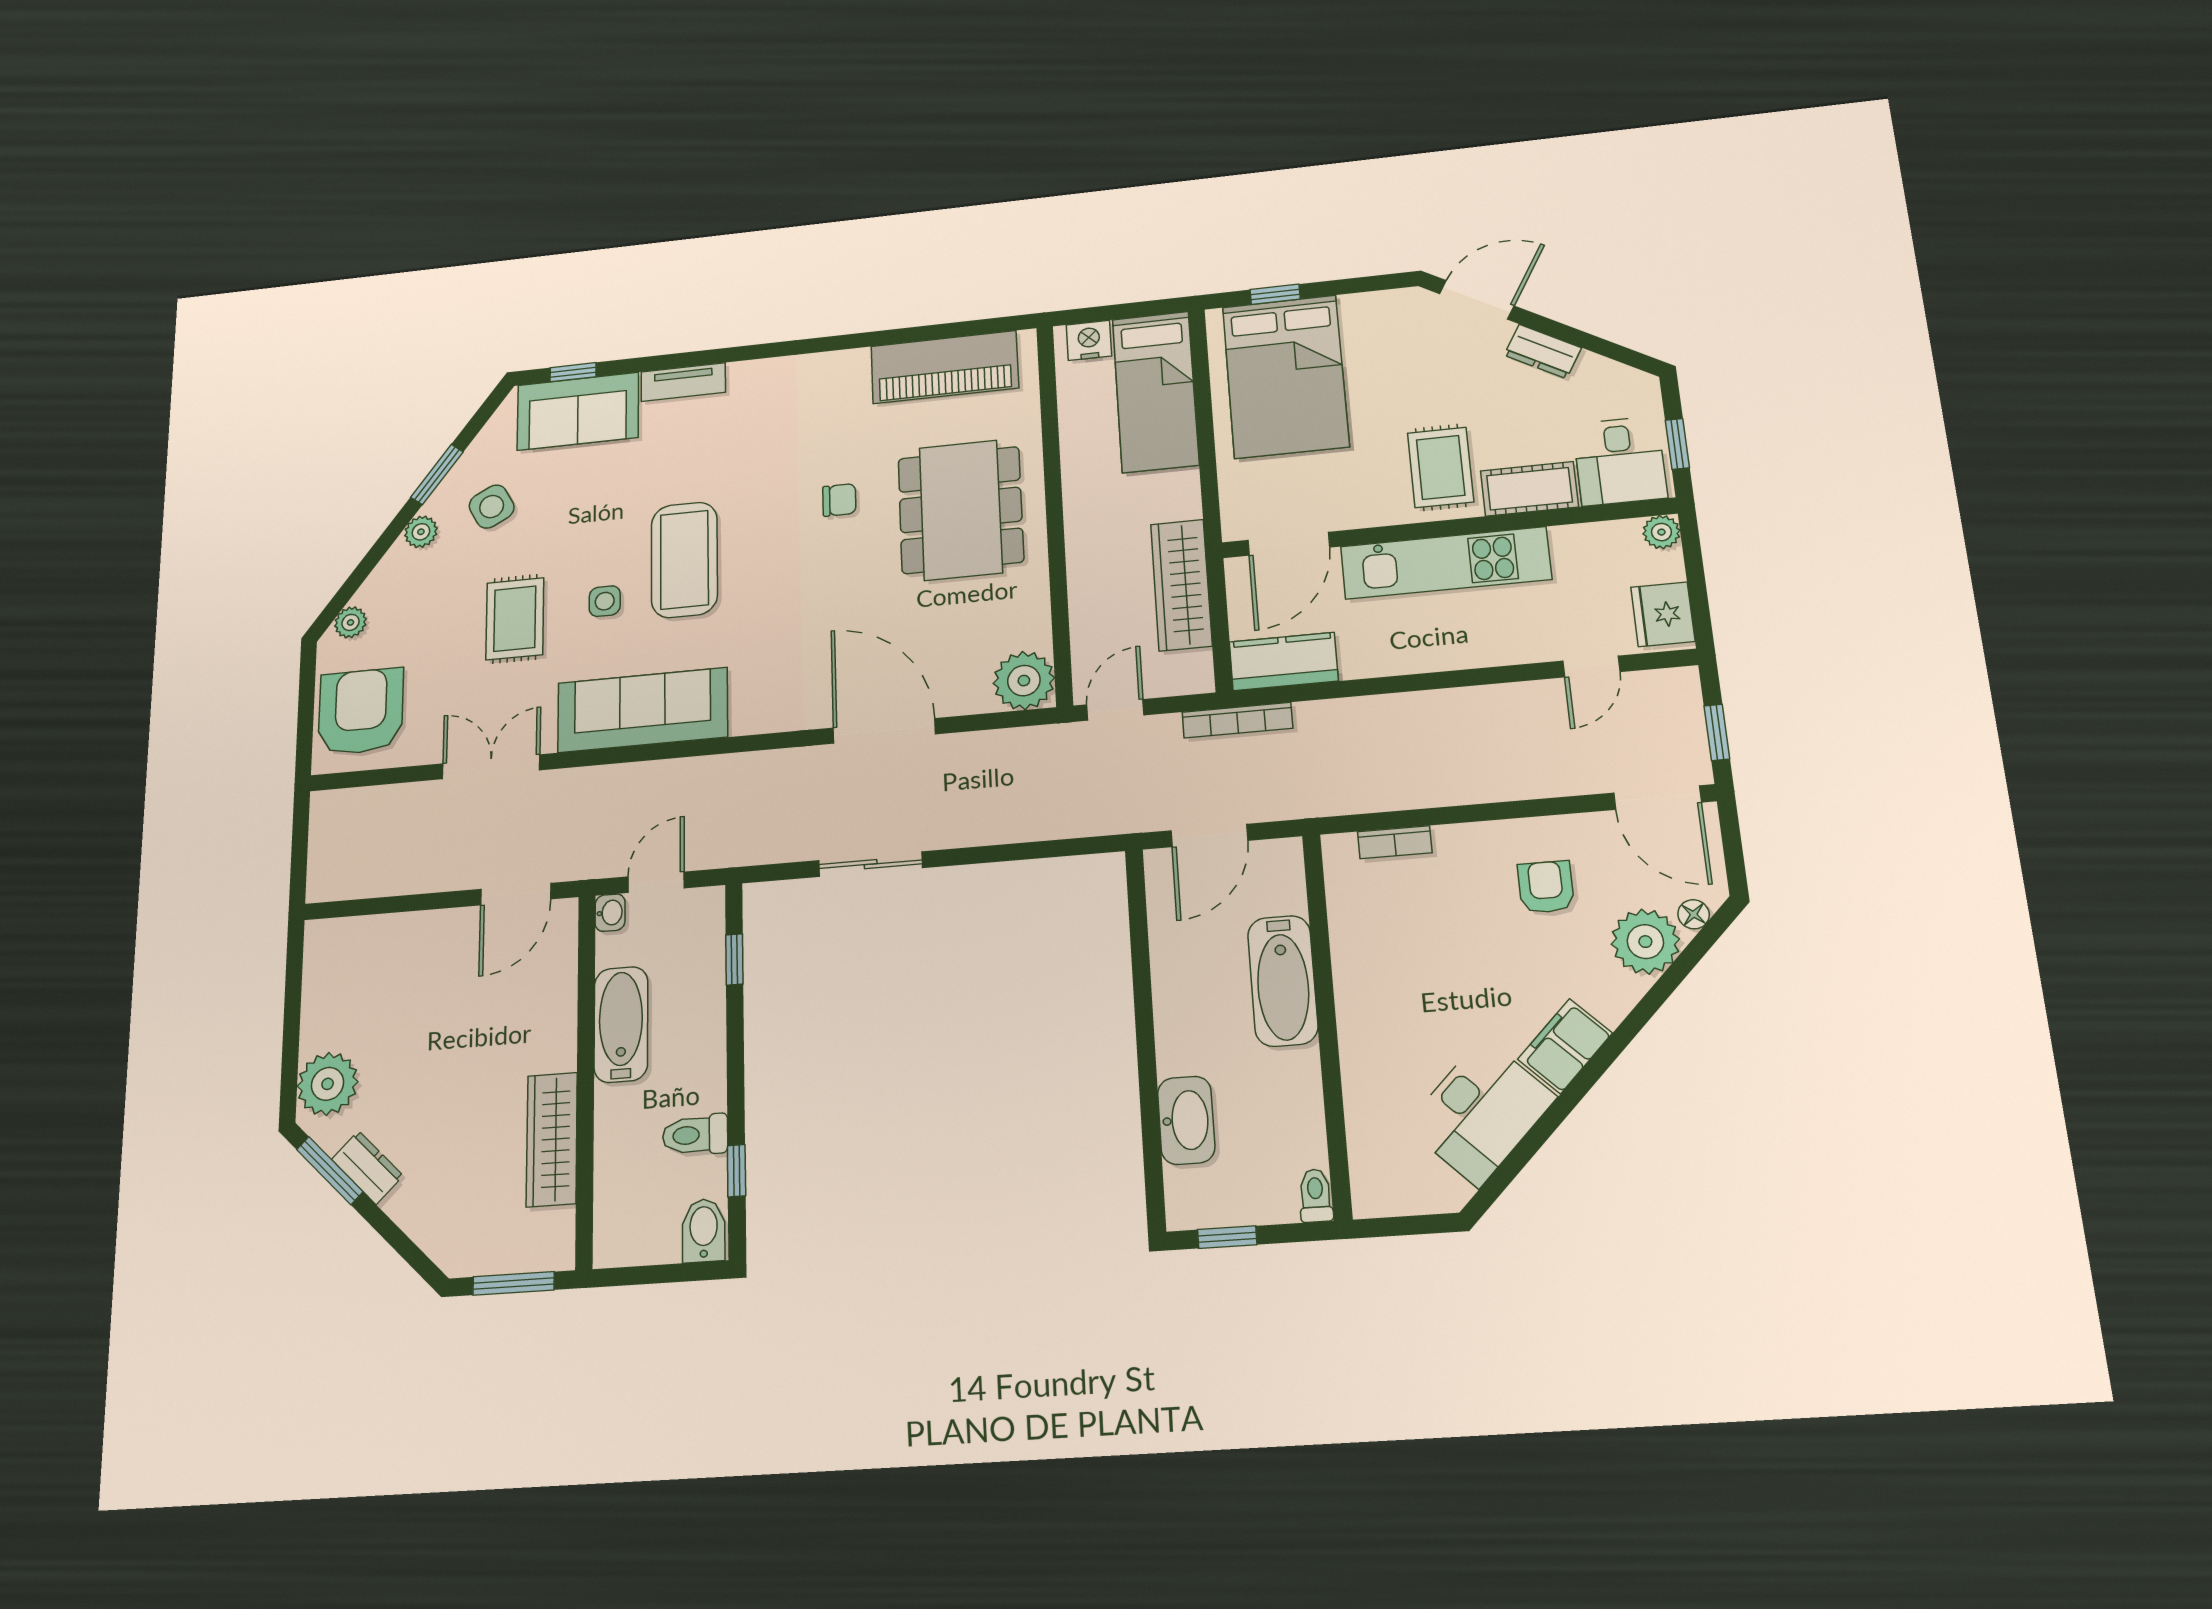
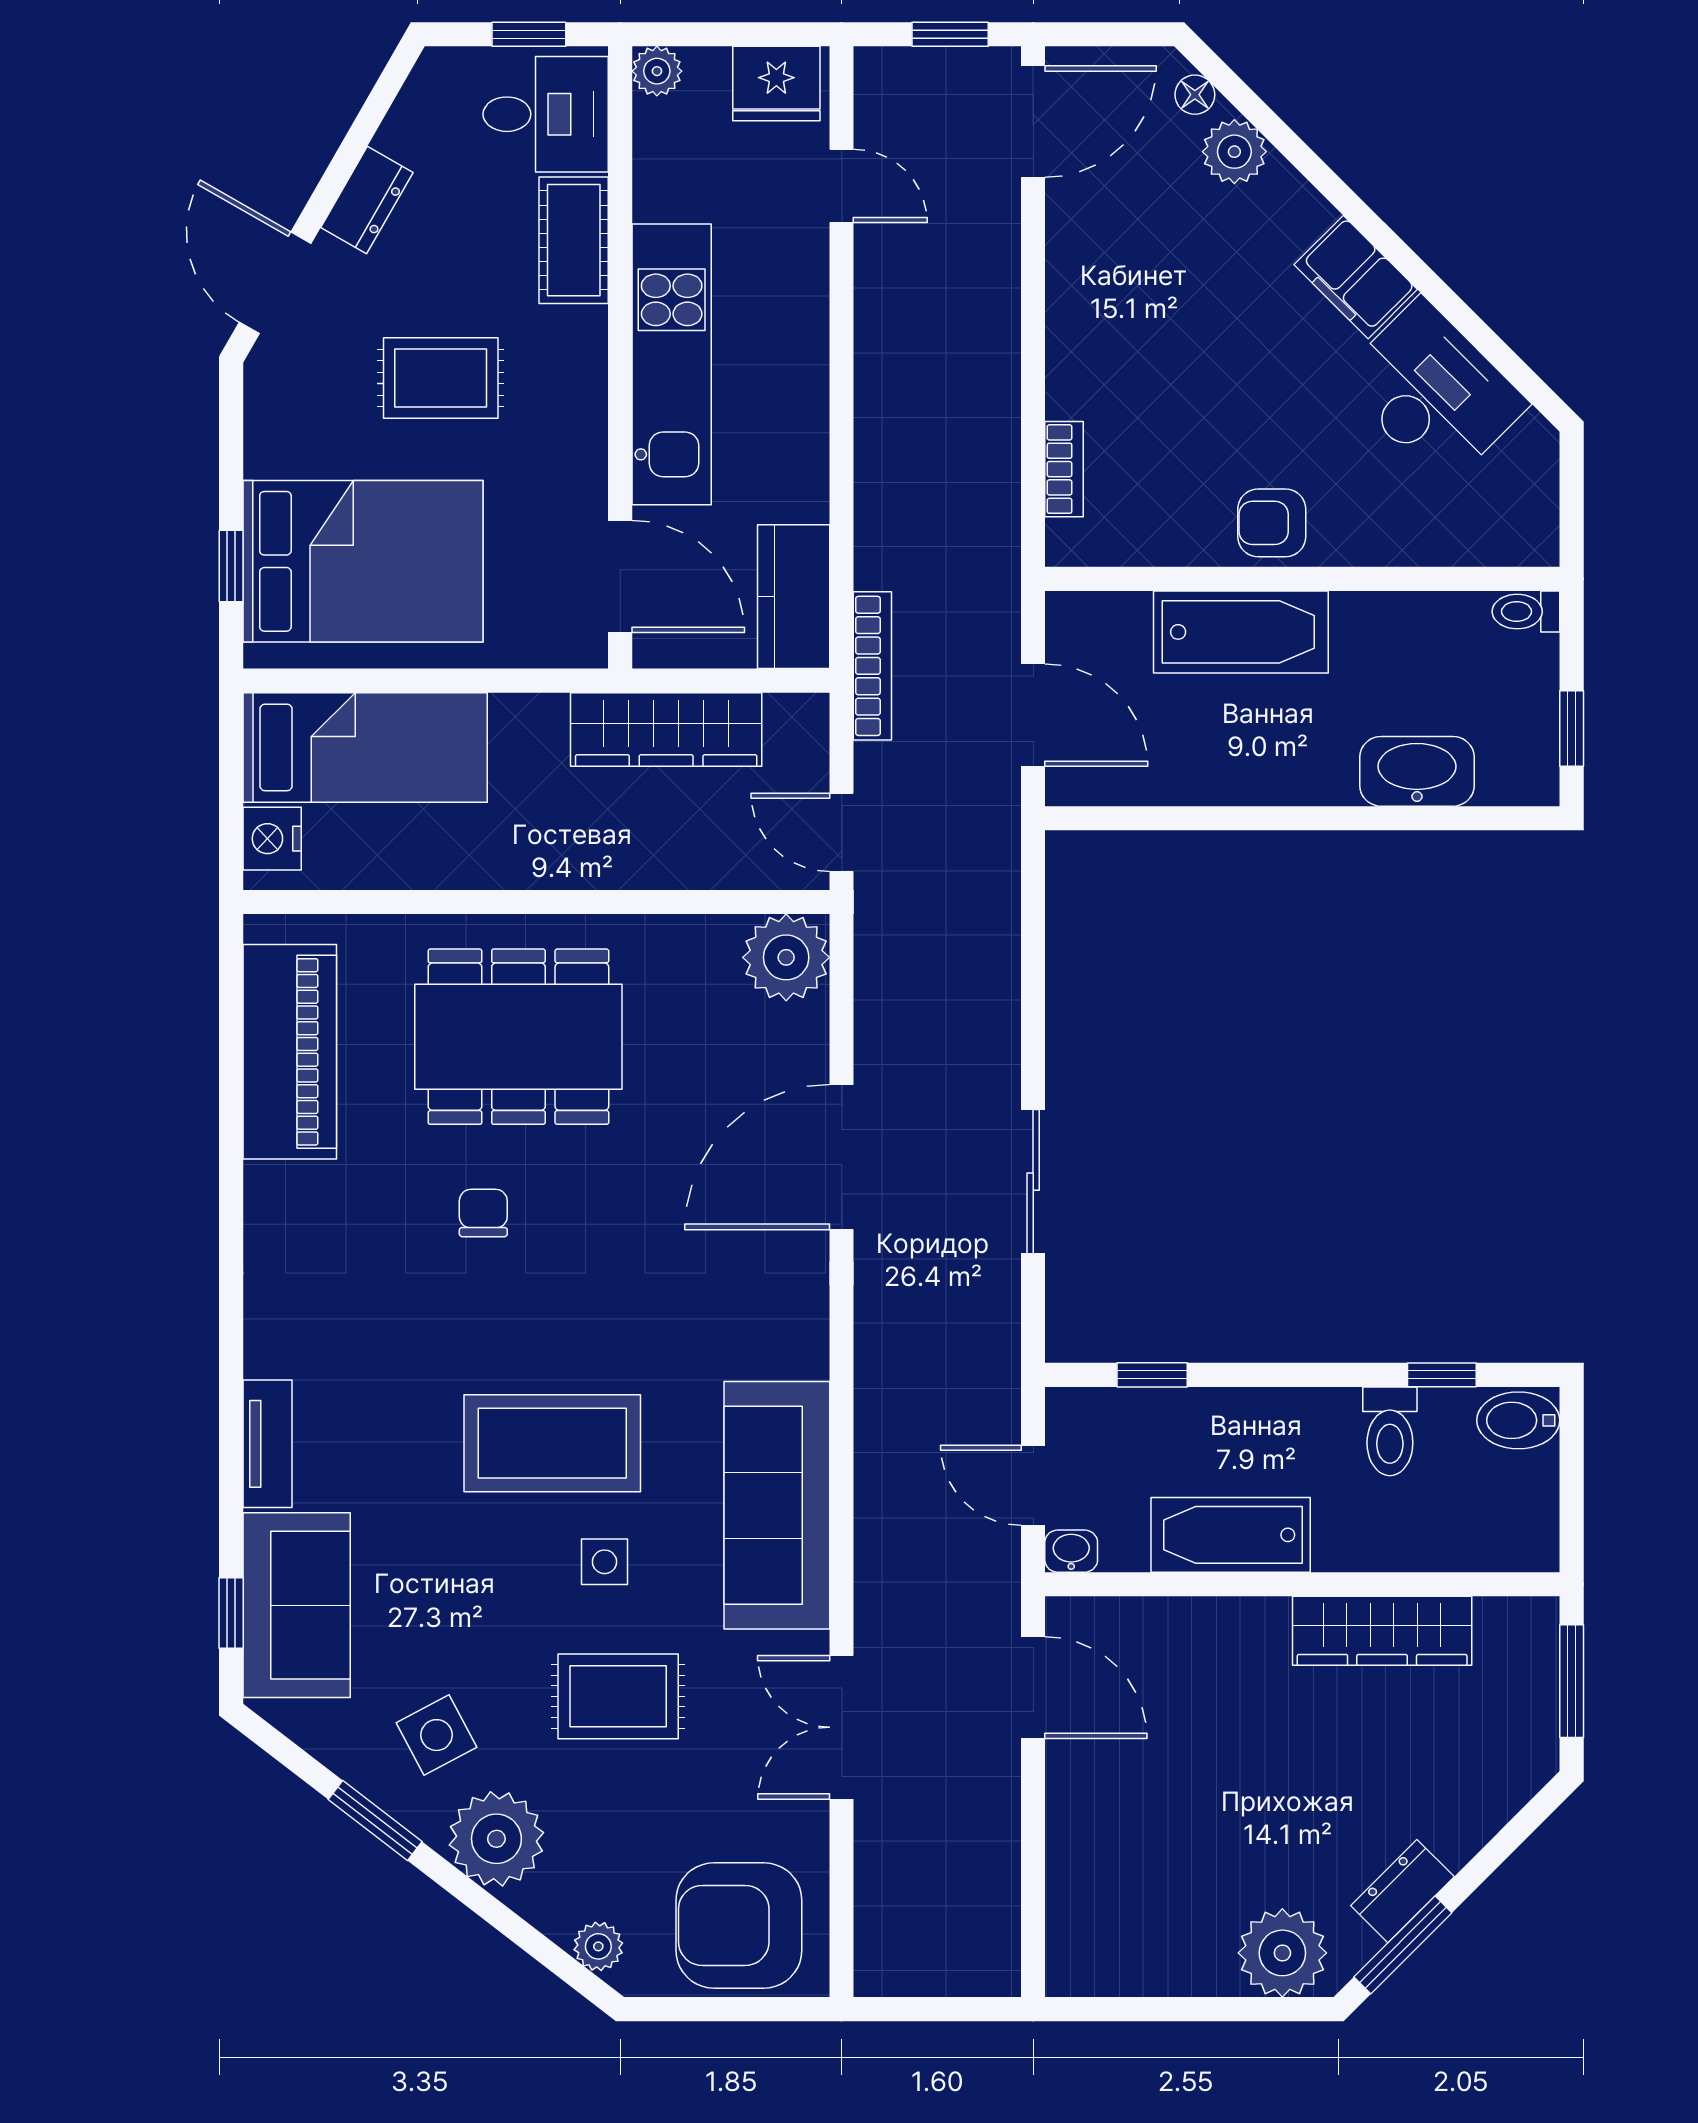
rug: (1441, 467) -> (441, 378), moved
plant: (421, 532) -> (496, 1839), width x1.88, depth x1.88
armchair: (1546, 887) -> (1272, 523), moved
plant: (1645, 942) -> (1234, 152), width x0.73, depth x0.73

